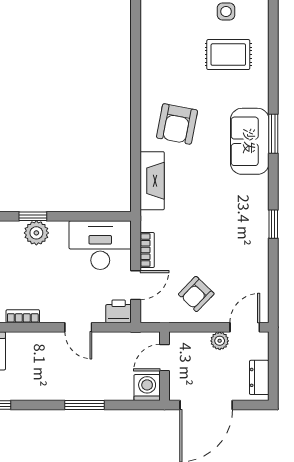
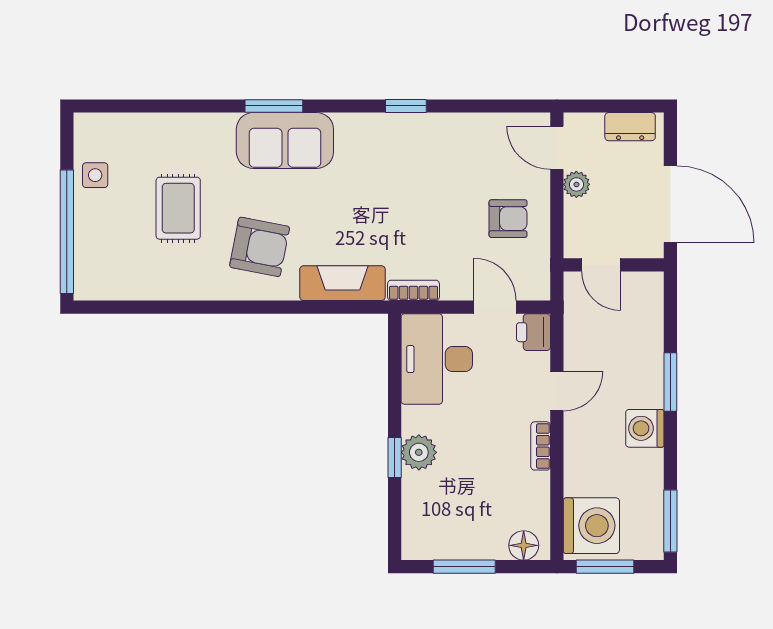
rug: (228, 55) -> (178, 208), moved
bookcase: (147, 250) -> (413, 290), moved
armchair: (196, 294) -> (508, 219), turned -44
bookcase: (23, 316) -> (541, 446), moved
washing machine: (147, 388) -> (645, 428), moved

